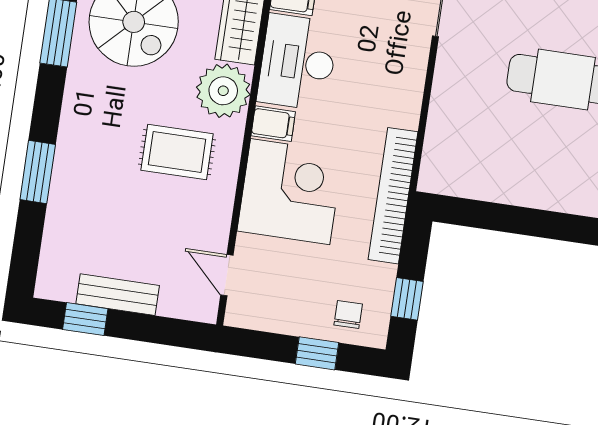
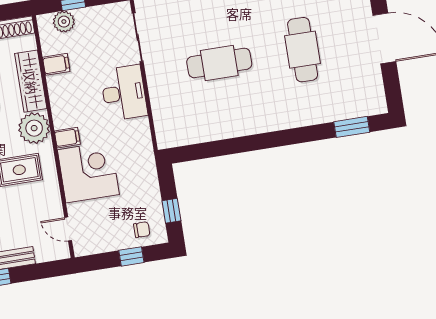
desk: (298, 62) -> (124, 93), moved, turned 180
bookcase: (393, 196) -> (146, 156), removed
chair: (348, 315) -> (142, 230), turned 90

